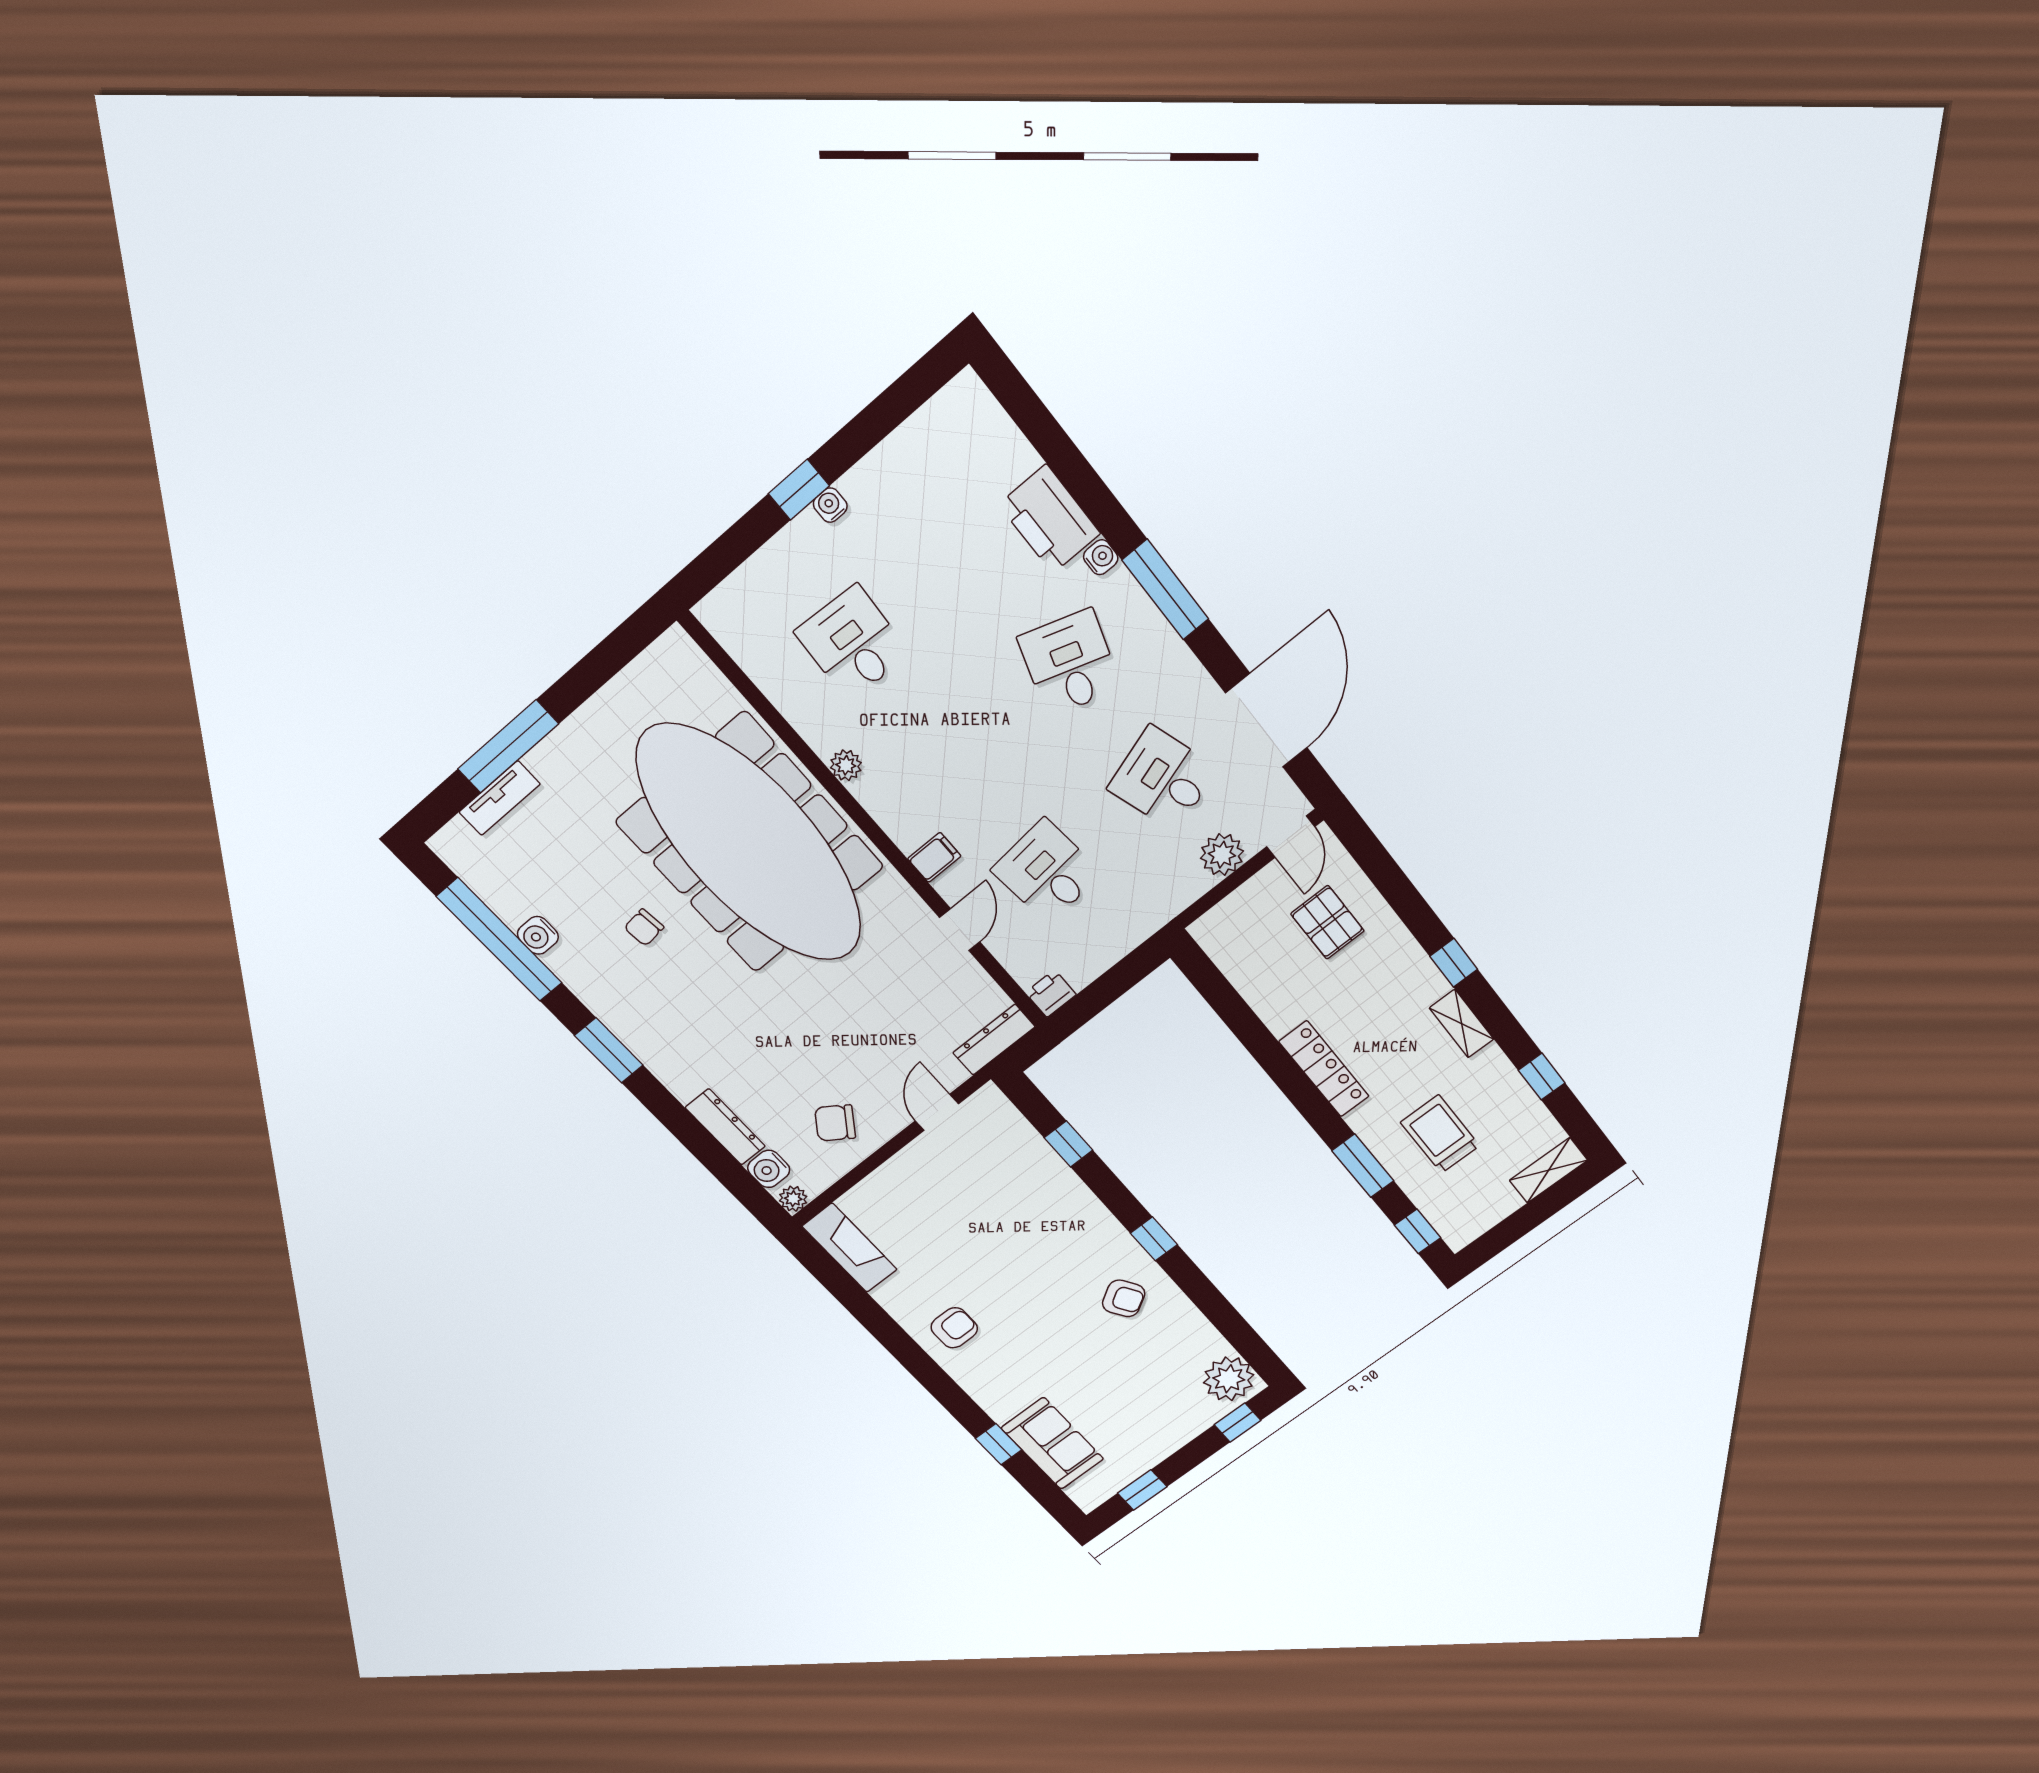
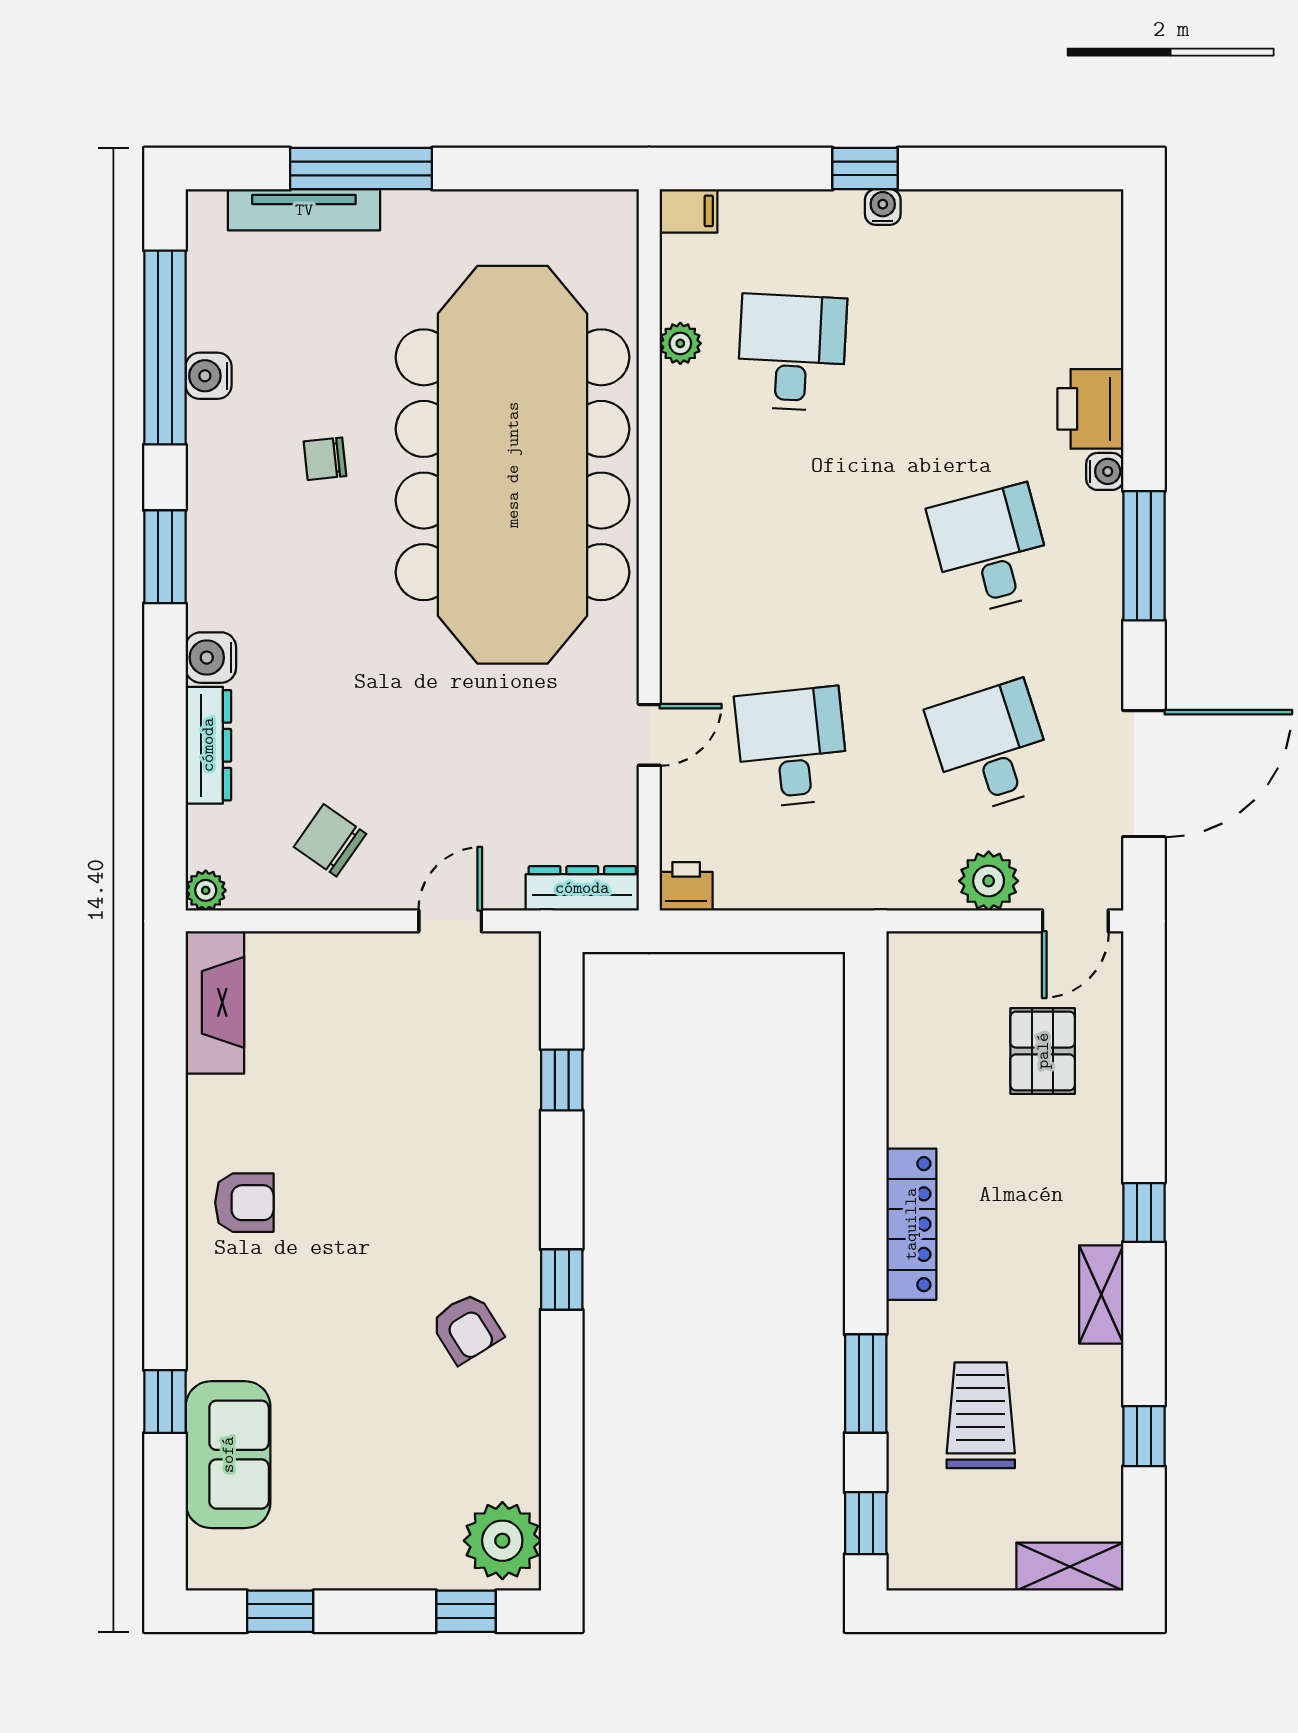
printer: (1050, 519) -> (1090, 409), width x0.73, depth x0.84
desk: (1070, 663) -> (991, 550), turned -33
plant: (846, 765) -> (680, 343), moved
tv unit: (500, 798) -> (304, 210), width x1.41
filing cabinet: (934, 857) -> (689, 211), moved
water cooler: (769, 1169) -> (211, 658), moved

